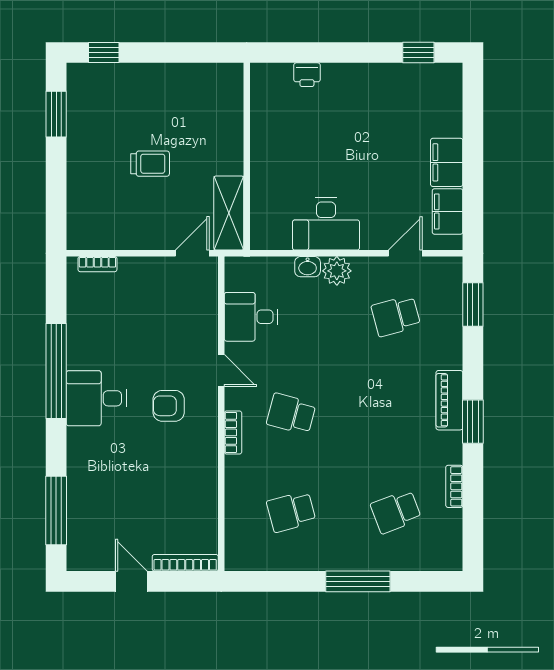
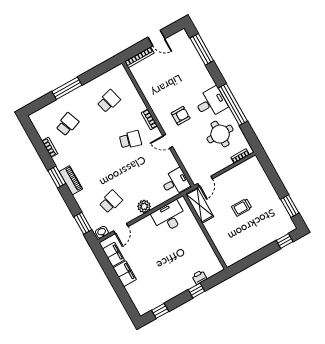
window: (327, 53) -> (197, 290), added
desk: (326, 224) -> (169, 217), moved
washbasin: (308, 267) -> (102, 232), moved
desk: (251, 317) -> (175, 182), moved
round table: (113, 328) -> (220, 134), added

